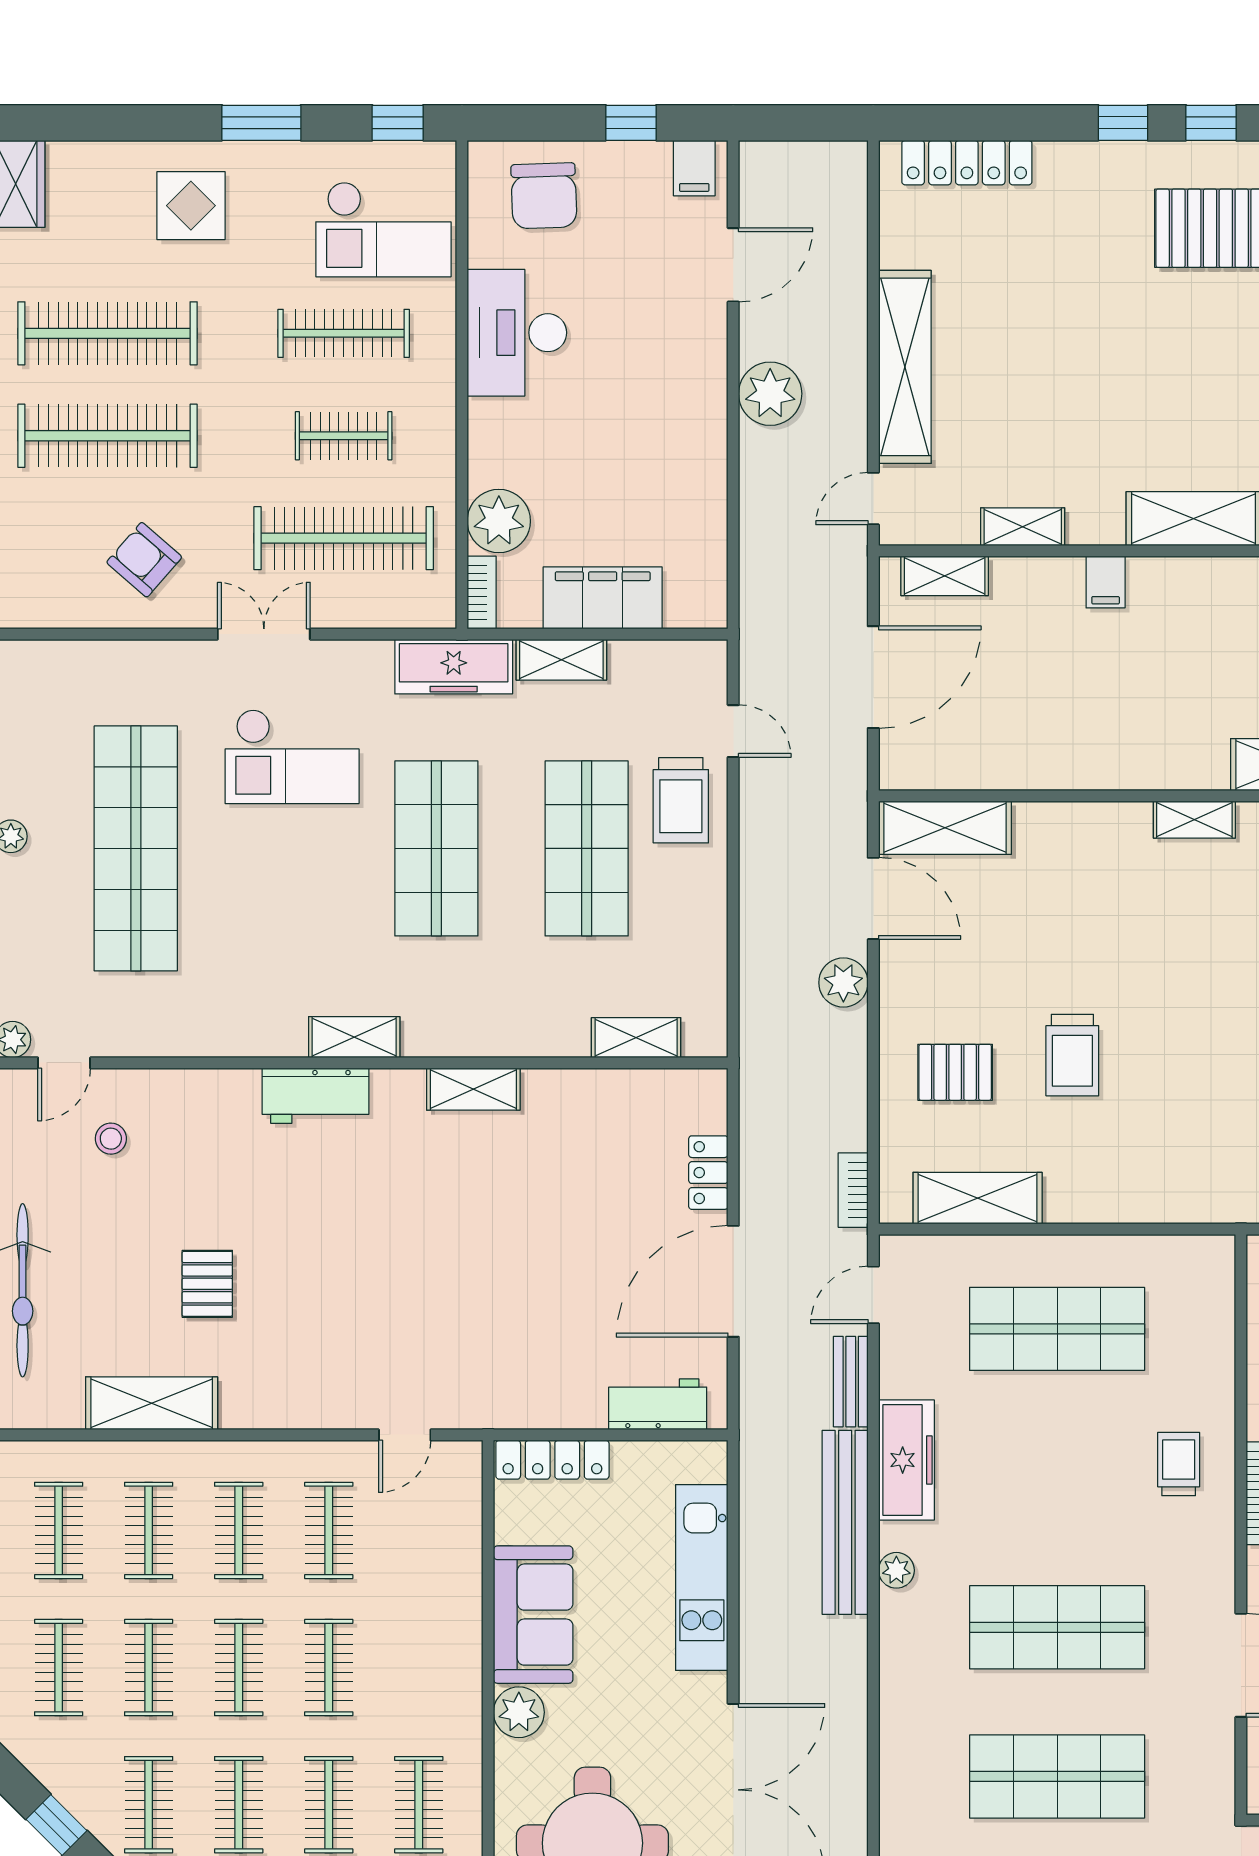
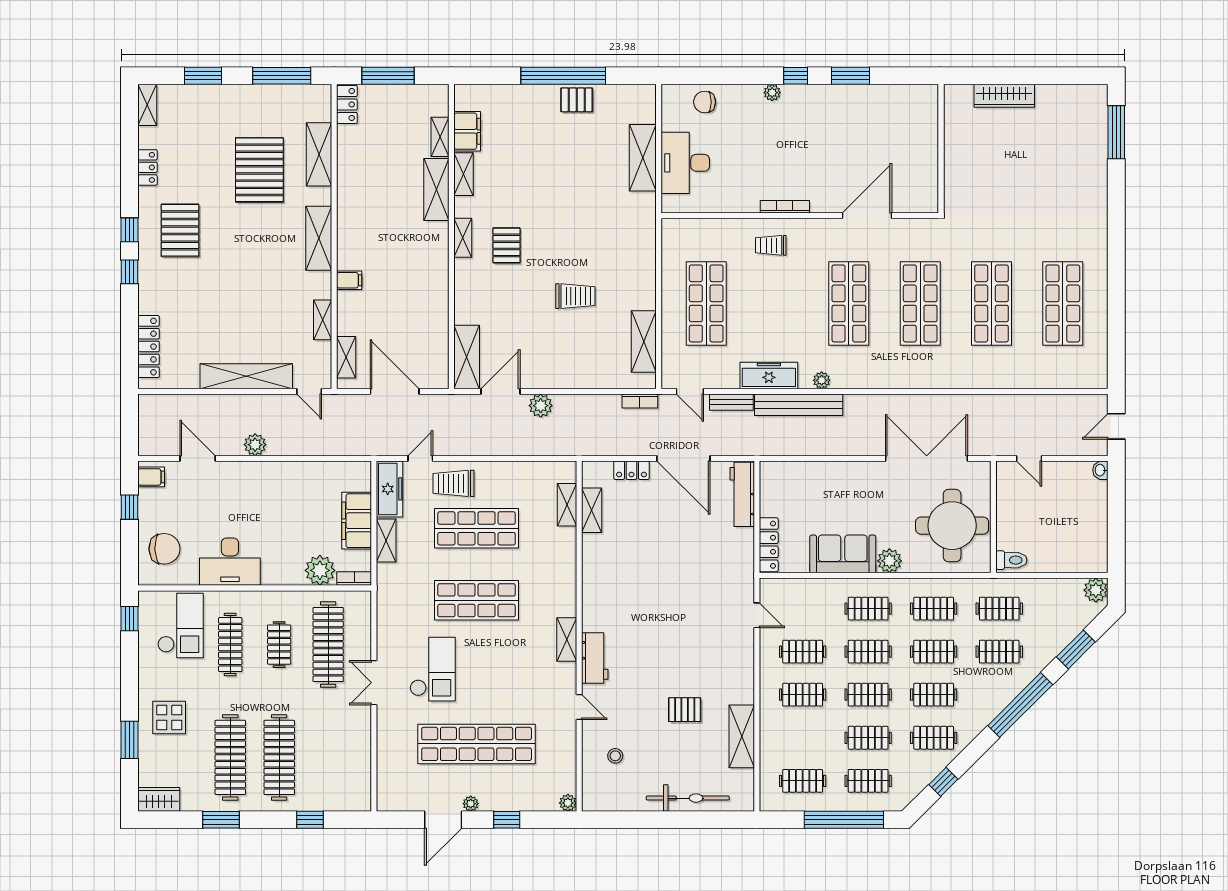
window: (261, 123) -> (130, 740), moved
plant: (770, 394) -> (255, 445), width x0.73, depth x0.73
armchair: (144, 560) -> (338, 740), removed
freezer: (454, 667) -> (390, 489), moved
trolley: (681, 800) -> (453, 483), turned 180
door: (64, 1063) -> (579, 707), moved
pallet: (955, 1072) -> (507, 245), moved
shelving: (473, 1089) -> (592, 510), moved
workbench: (658, 1404) -> (742, 494), width x1.38
clothes rail: (149, 1530) -> (868, 609), moved
kitchen unit: (702, 1577) -> (825, 473), removed

